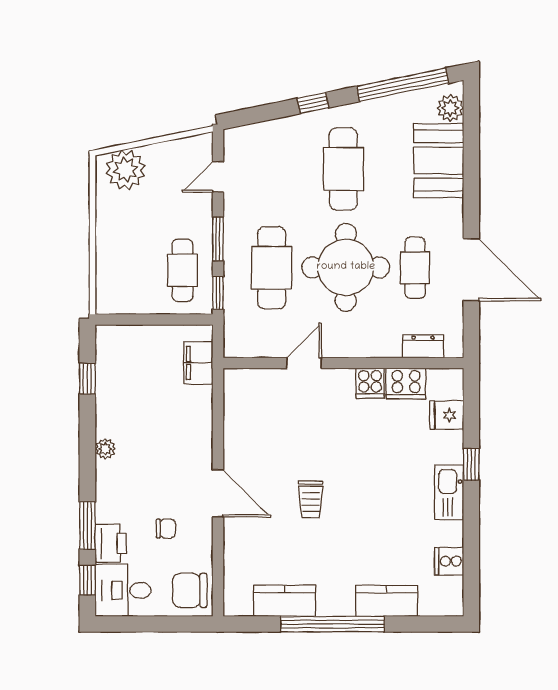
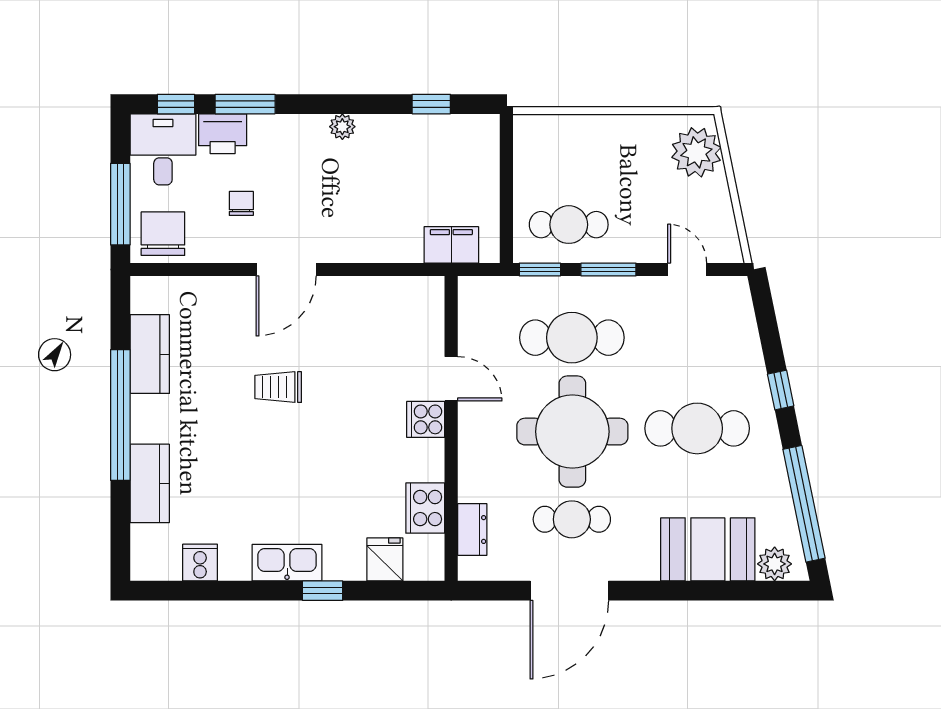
cooker: (370, 383) -> (426, 419), moved
chair: (166, 529) -> (241, 203), turned 180
window: (166, 624) -> (120, 204), added

